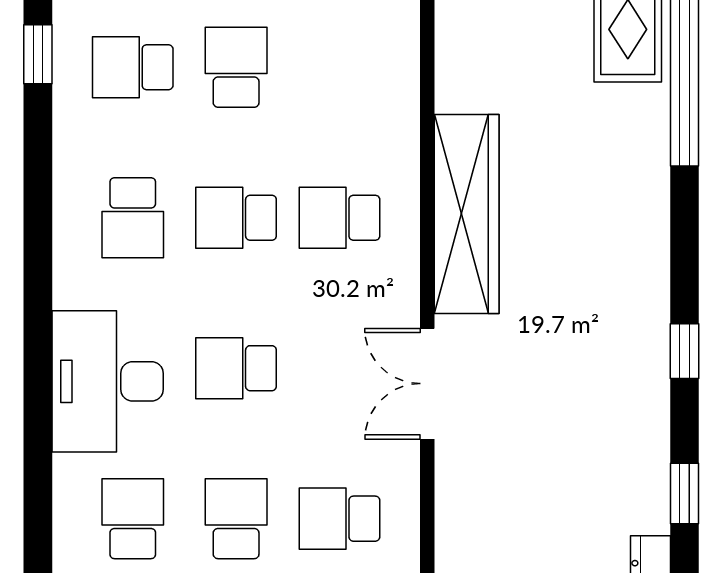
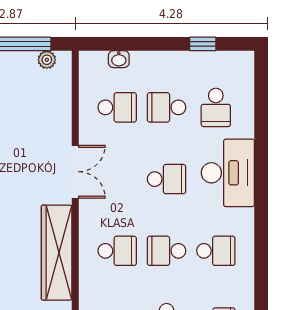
school desk: (133, 218) -> (216, 251), turned 90
school desk: (236, 218) -> (167, 251), turned 180
school desk: (236, 519) -> (167, 107), turned 90

